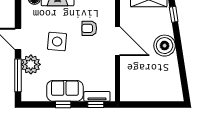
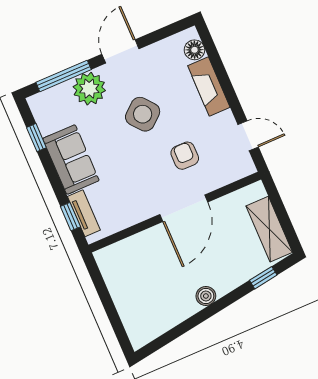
side table: (57, 42) -> (143, 114), turned 45
boiler: (165, 46) -> (206, 296), width x0.54, depth x0.54
window: (63, 104) -> (36, 138), moved

